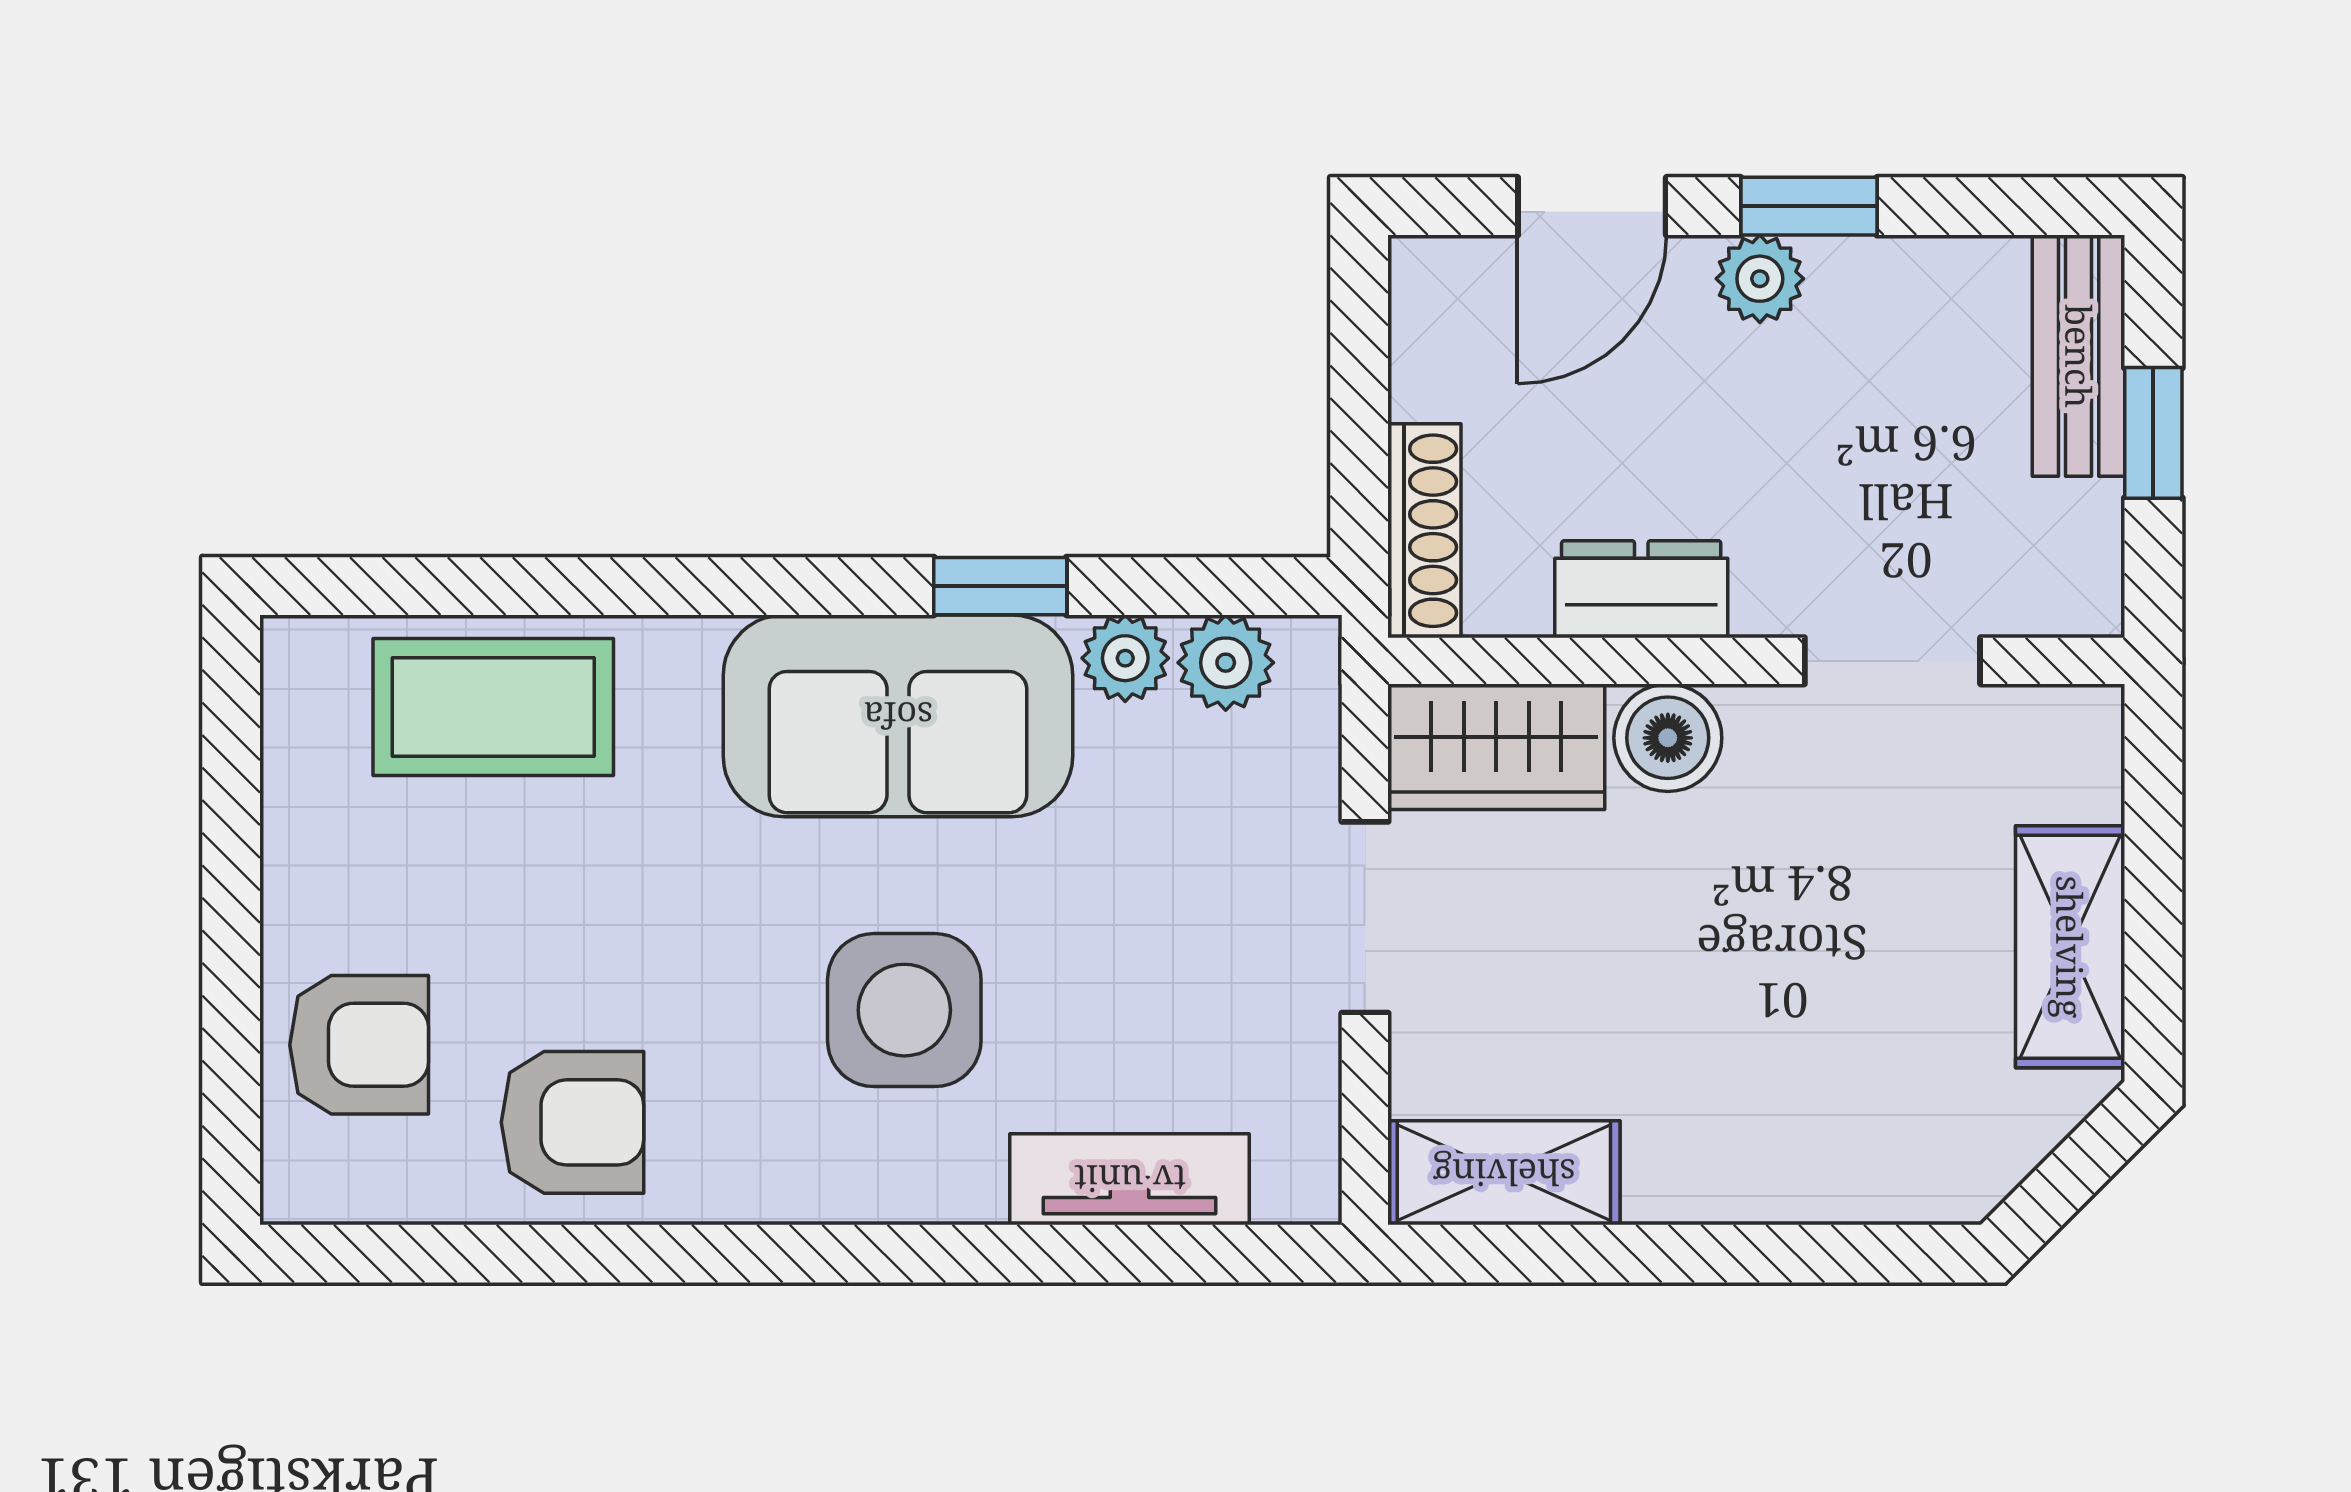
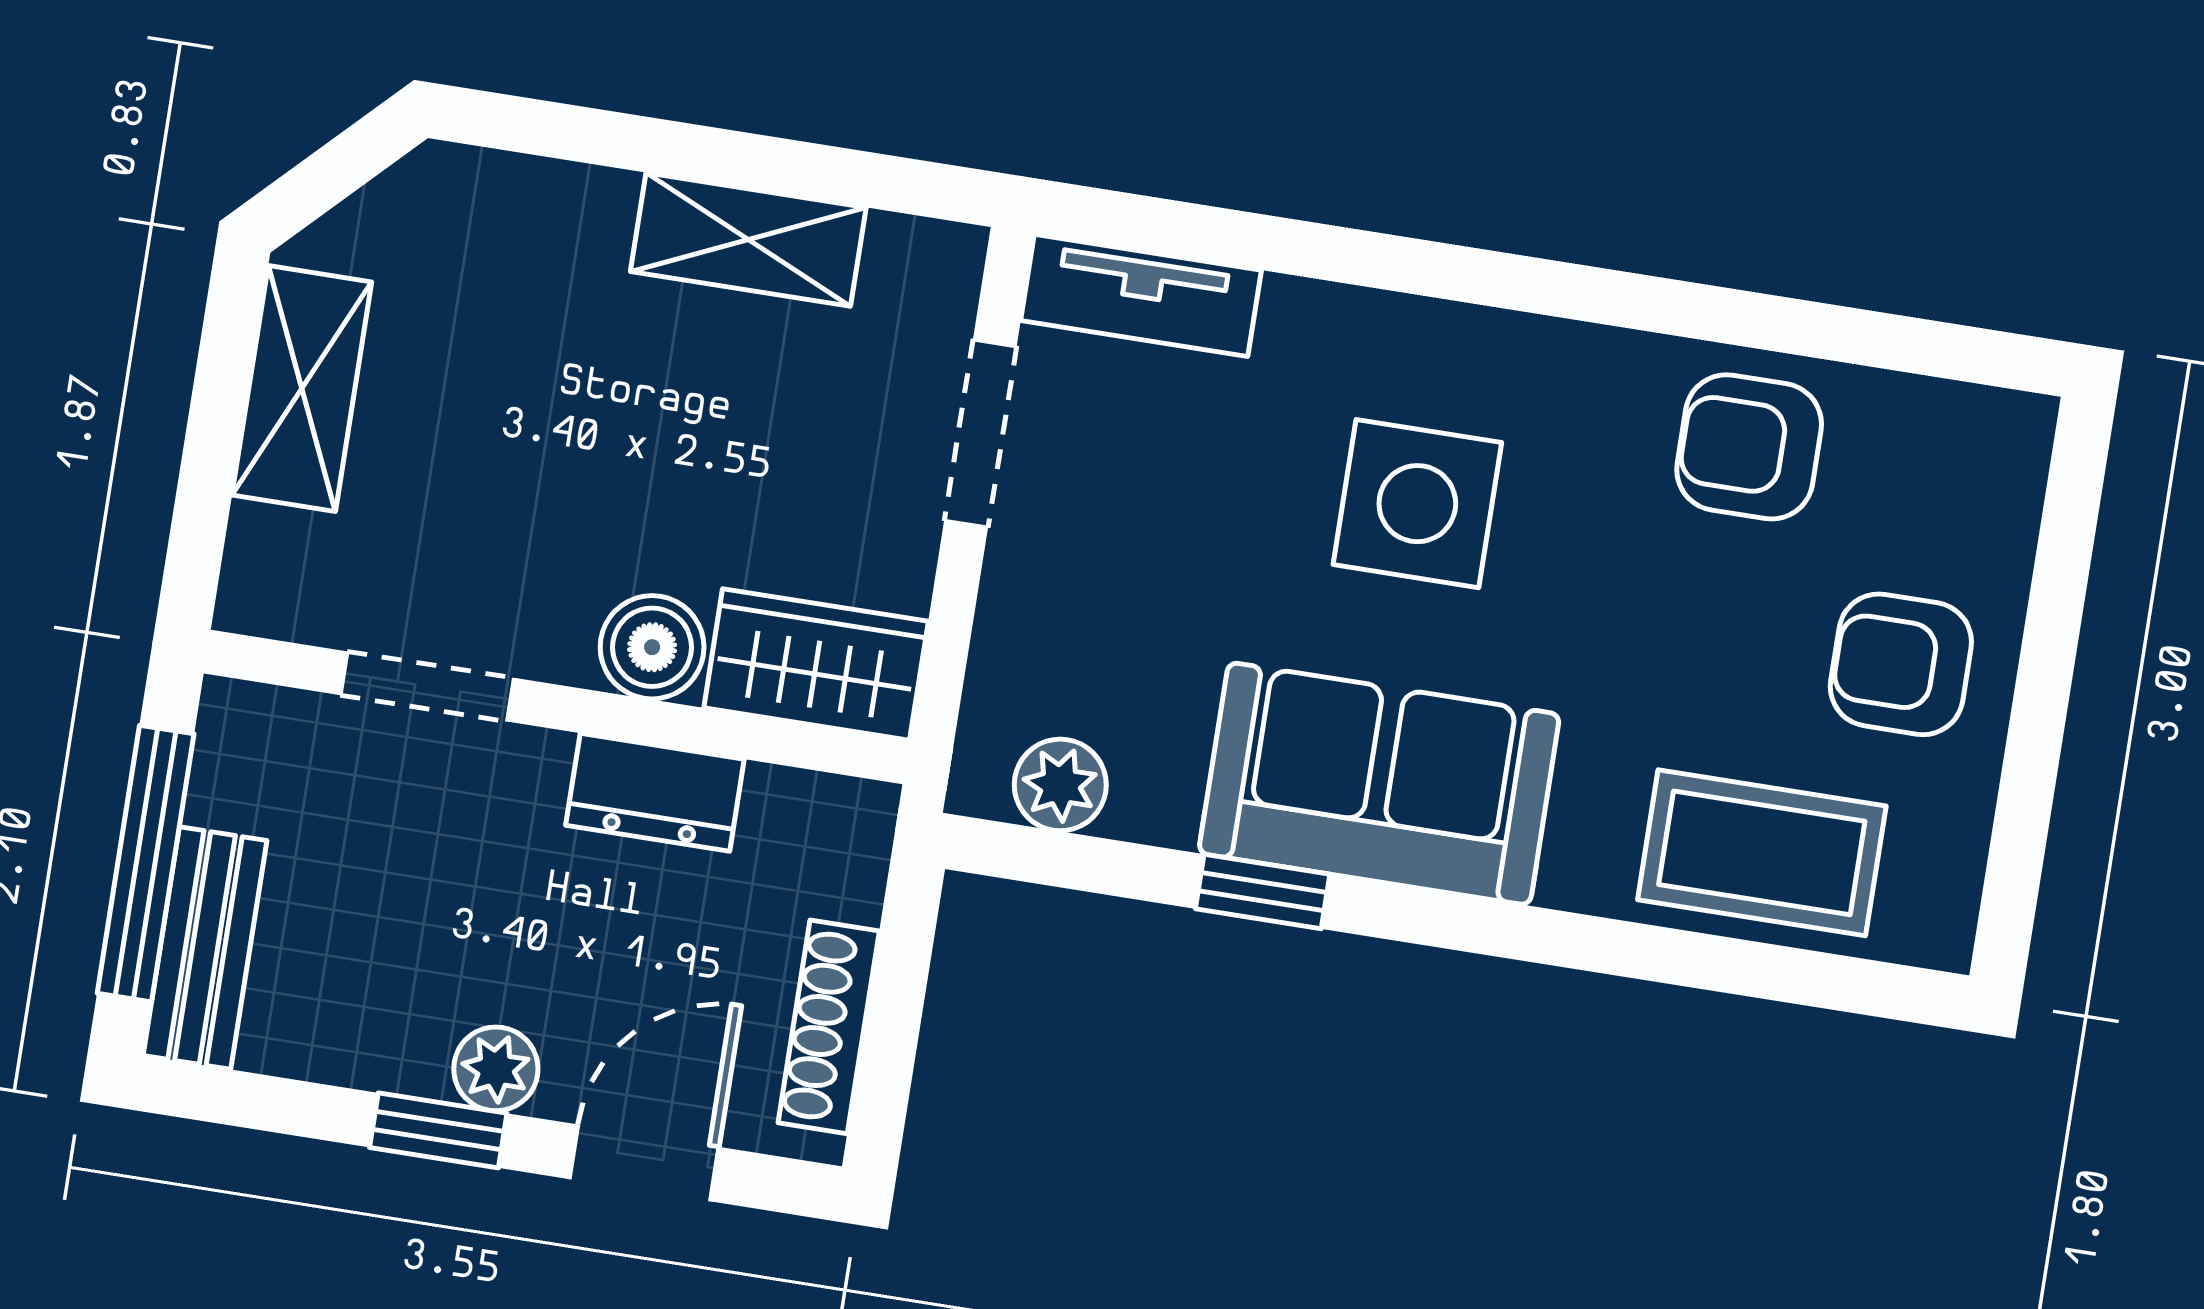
window: (2153, 433) -> (146, 864), width x2.17
shoe rack: (1424, 531) -> (829, 1027), moved
plant: (1125, 658) -> (1155, 804), removed
doorway: (1365, 917) -> (980, 433), moved
armchair: (359, 1045) -> (1901, 664), moved
shelving: (1504, 1173) -> (748, 239), moved
tv unit: (1130, 1179) -> (1141, 295), moved

